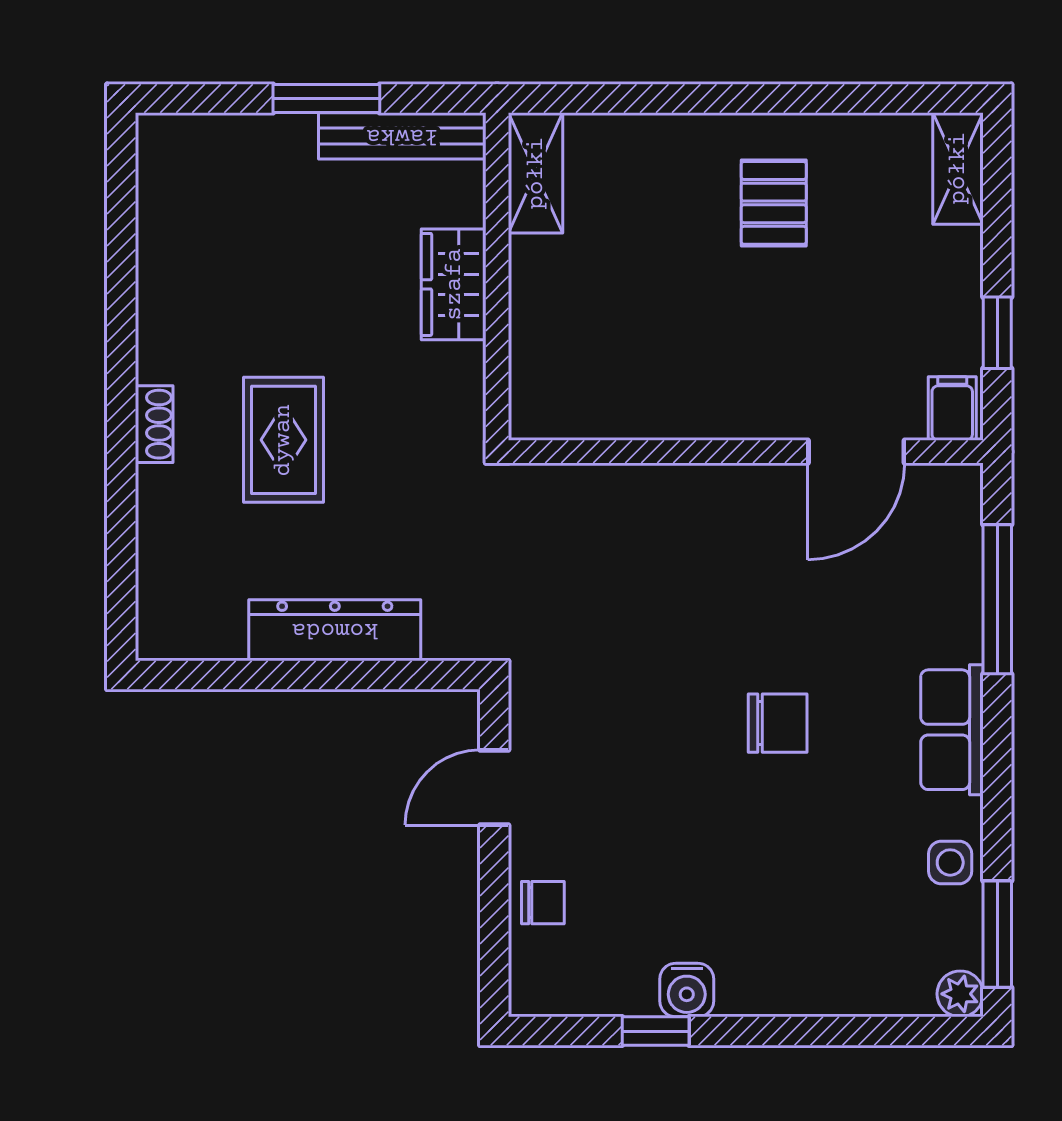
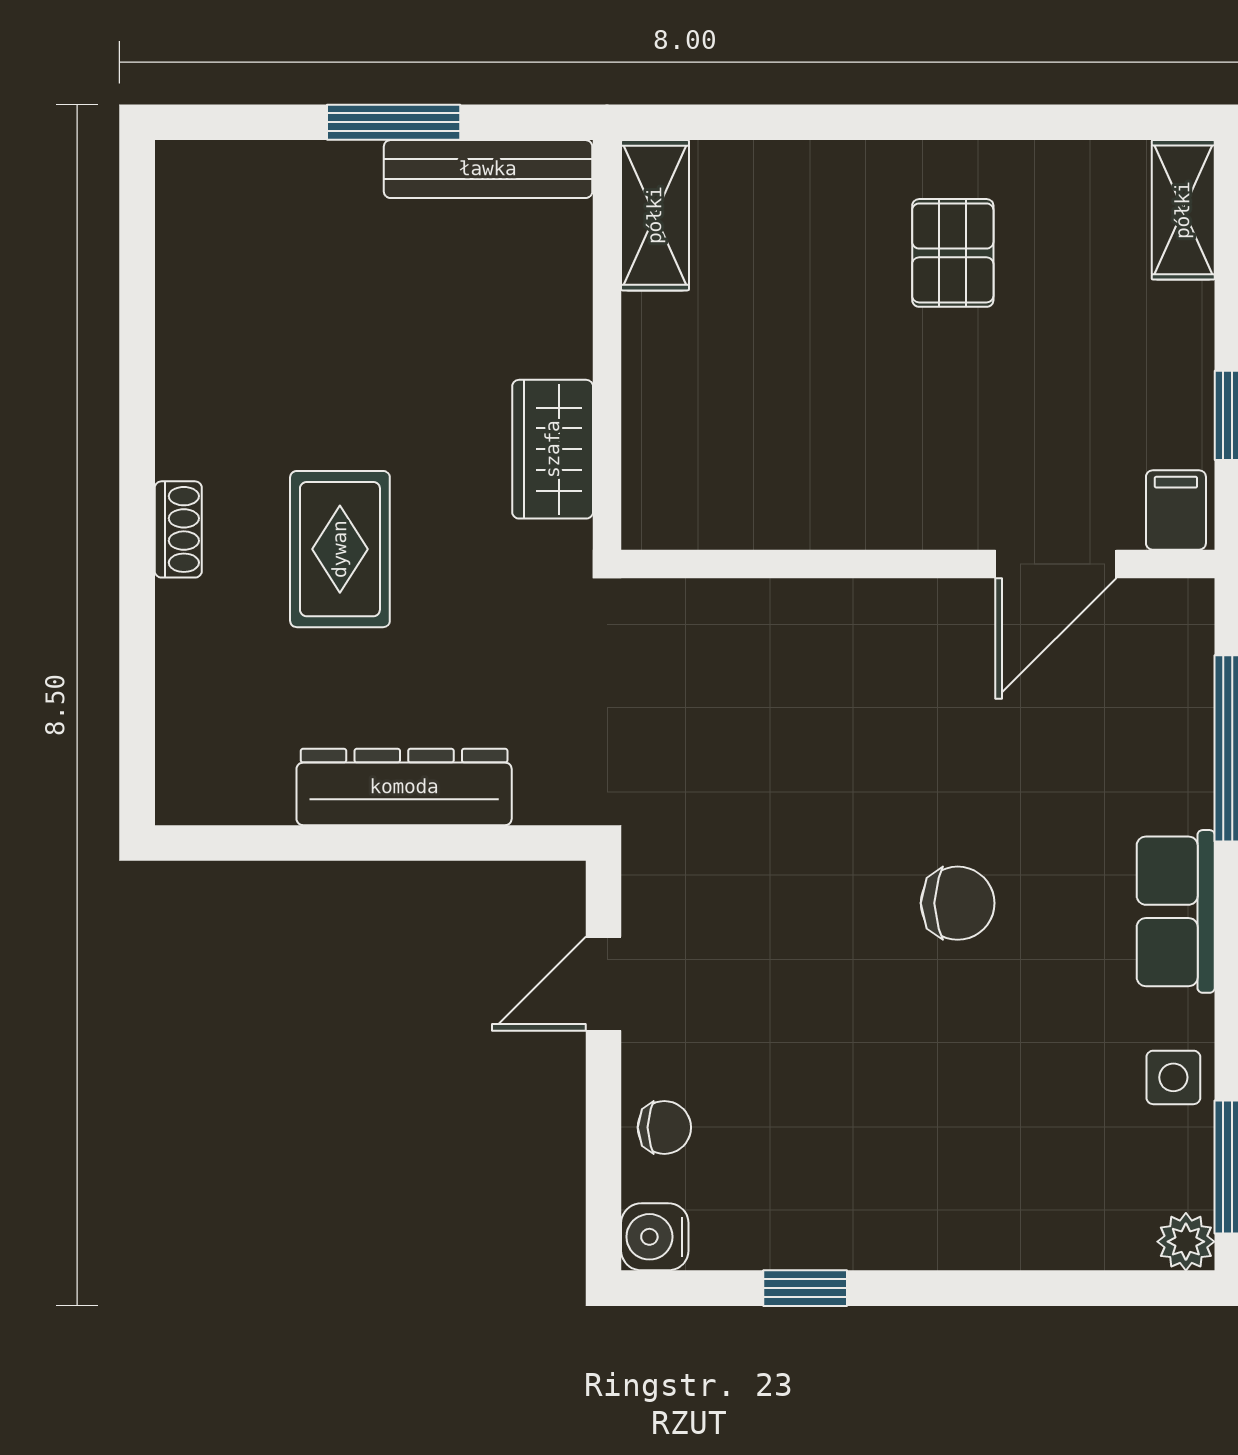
wardrobe: (454, 284) -> (553, 449), moved
water cooler: (687, 990) -> (655, 1237), moved, turned 90

